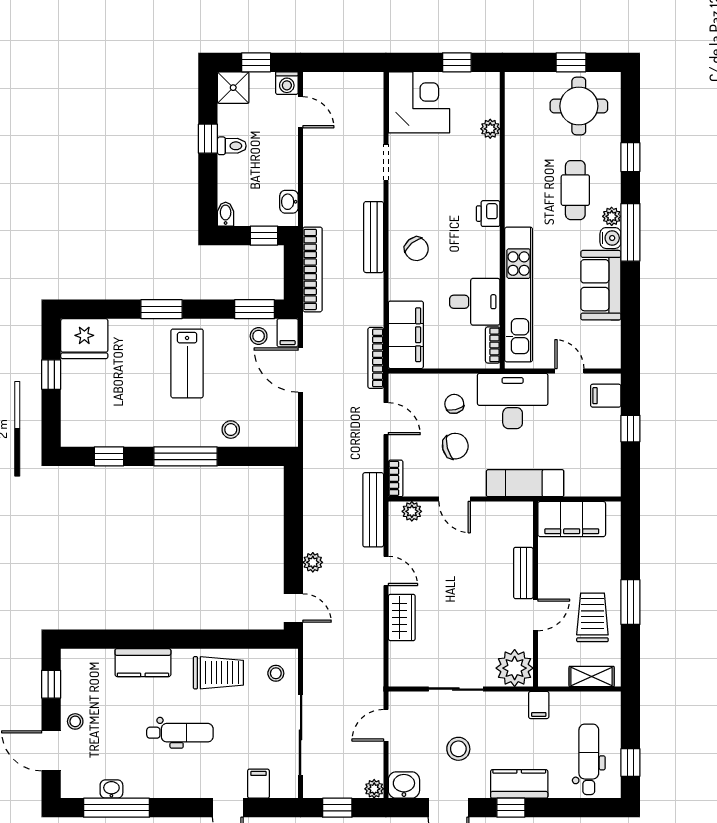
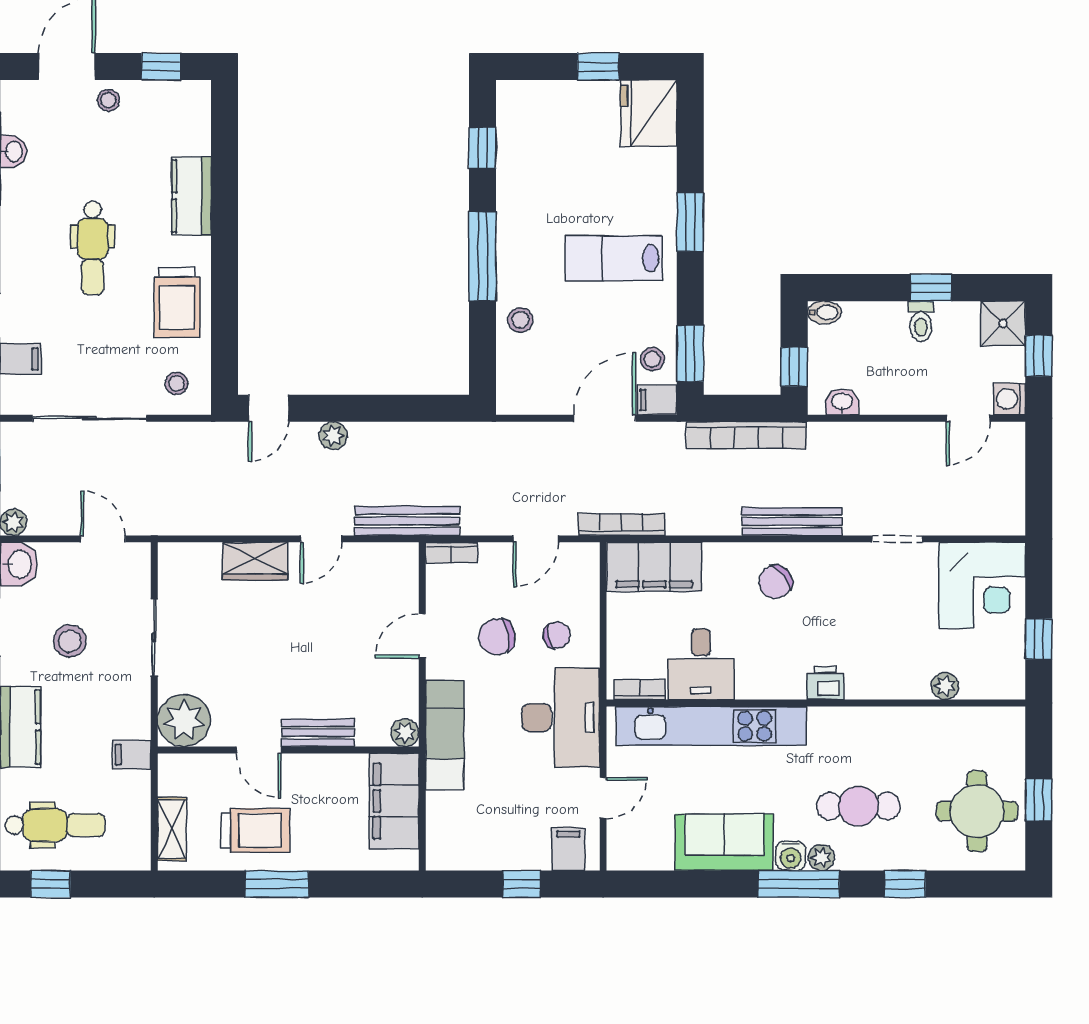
chair: (455, 446) -> (497, 637), turned 95
plant: (412, 511) -> (405, 733), moved

